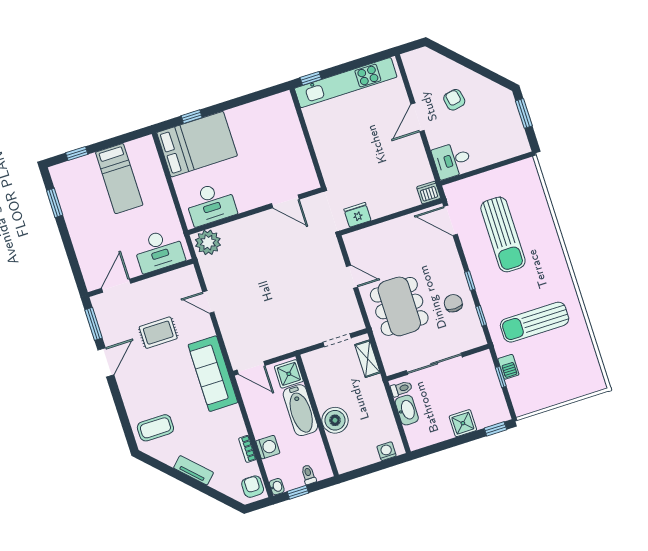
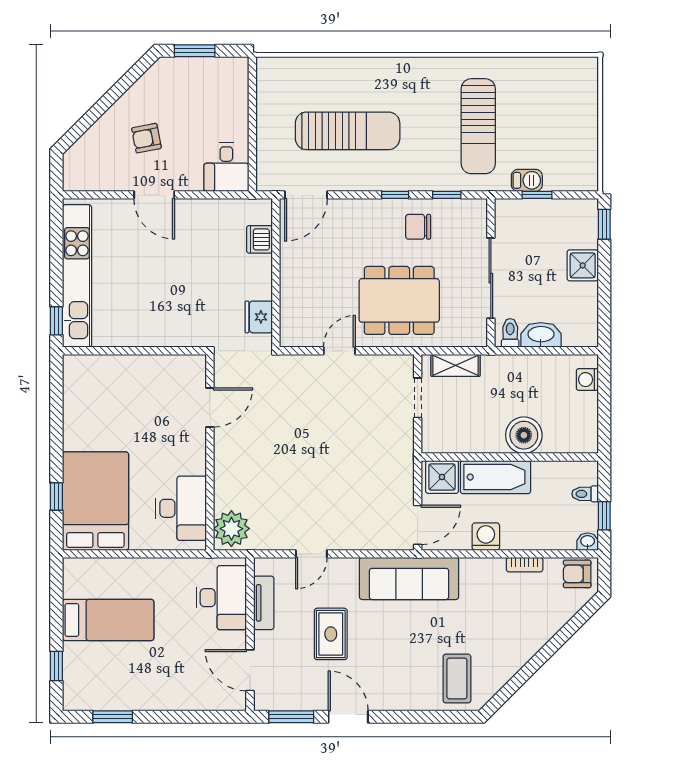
dishwasher: (429, 193) -> (259, 239), moved
washing machine: (268, 447) -> (486, 537), moved
tv unit: (194, 470) -> (264, 603), moved, turned 135

